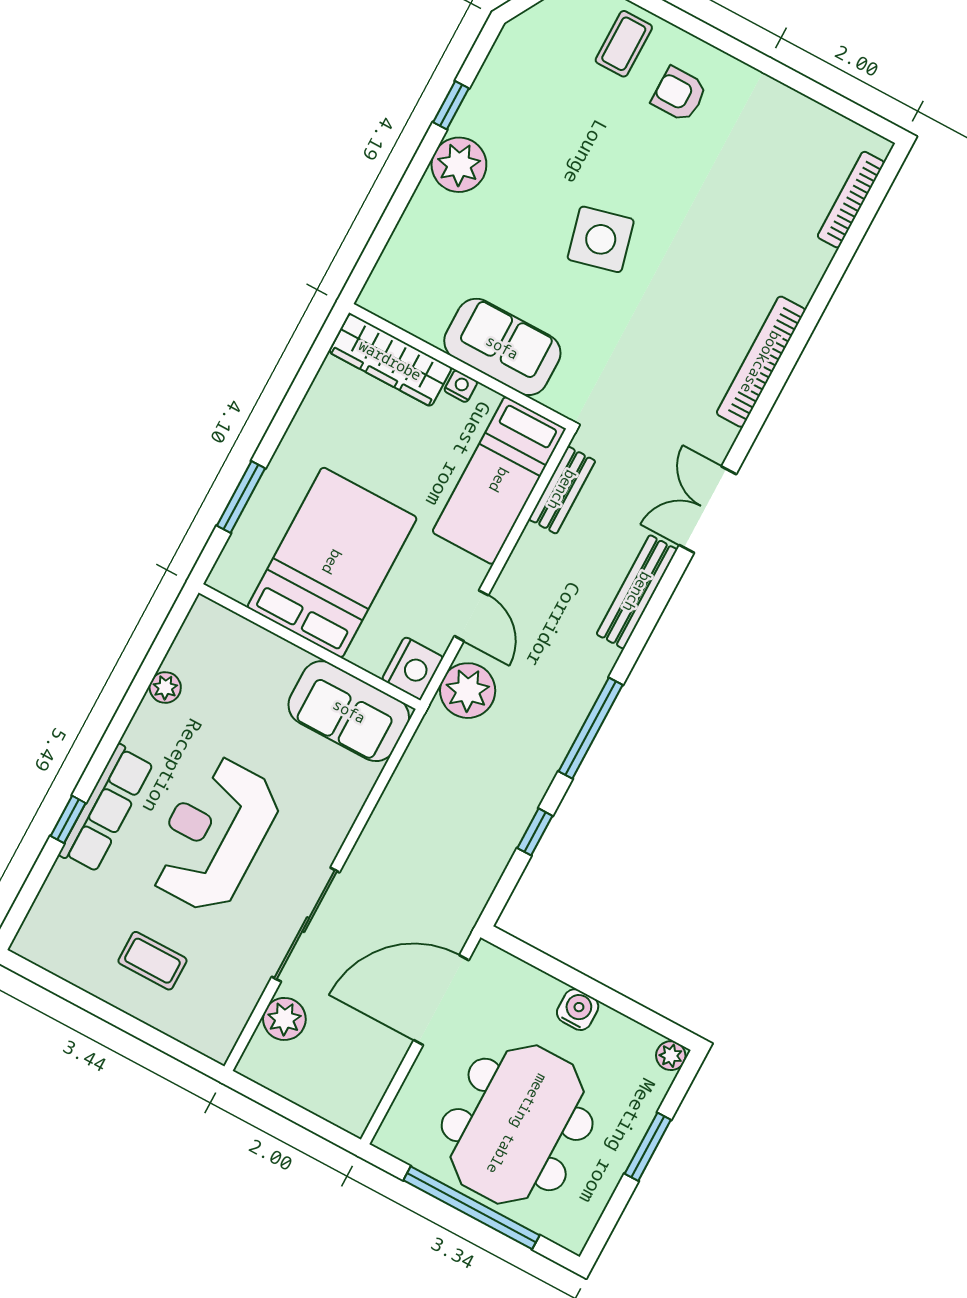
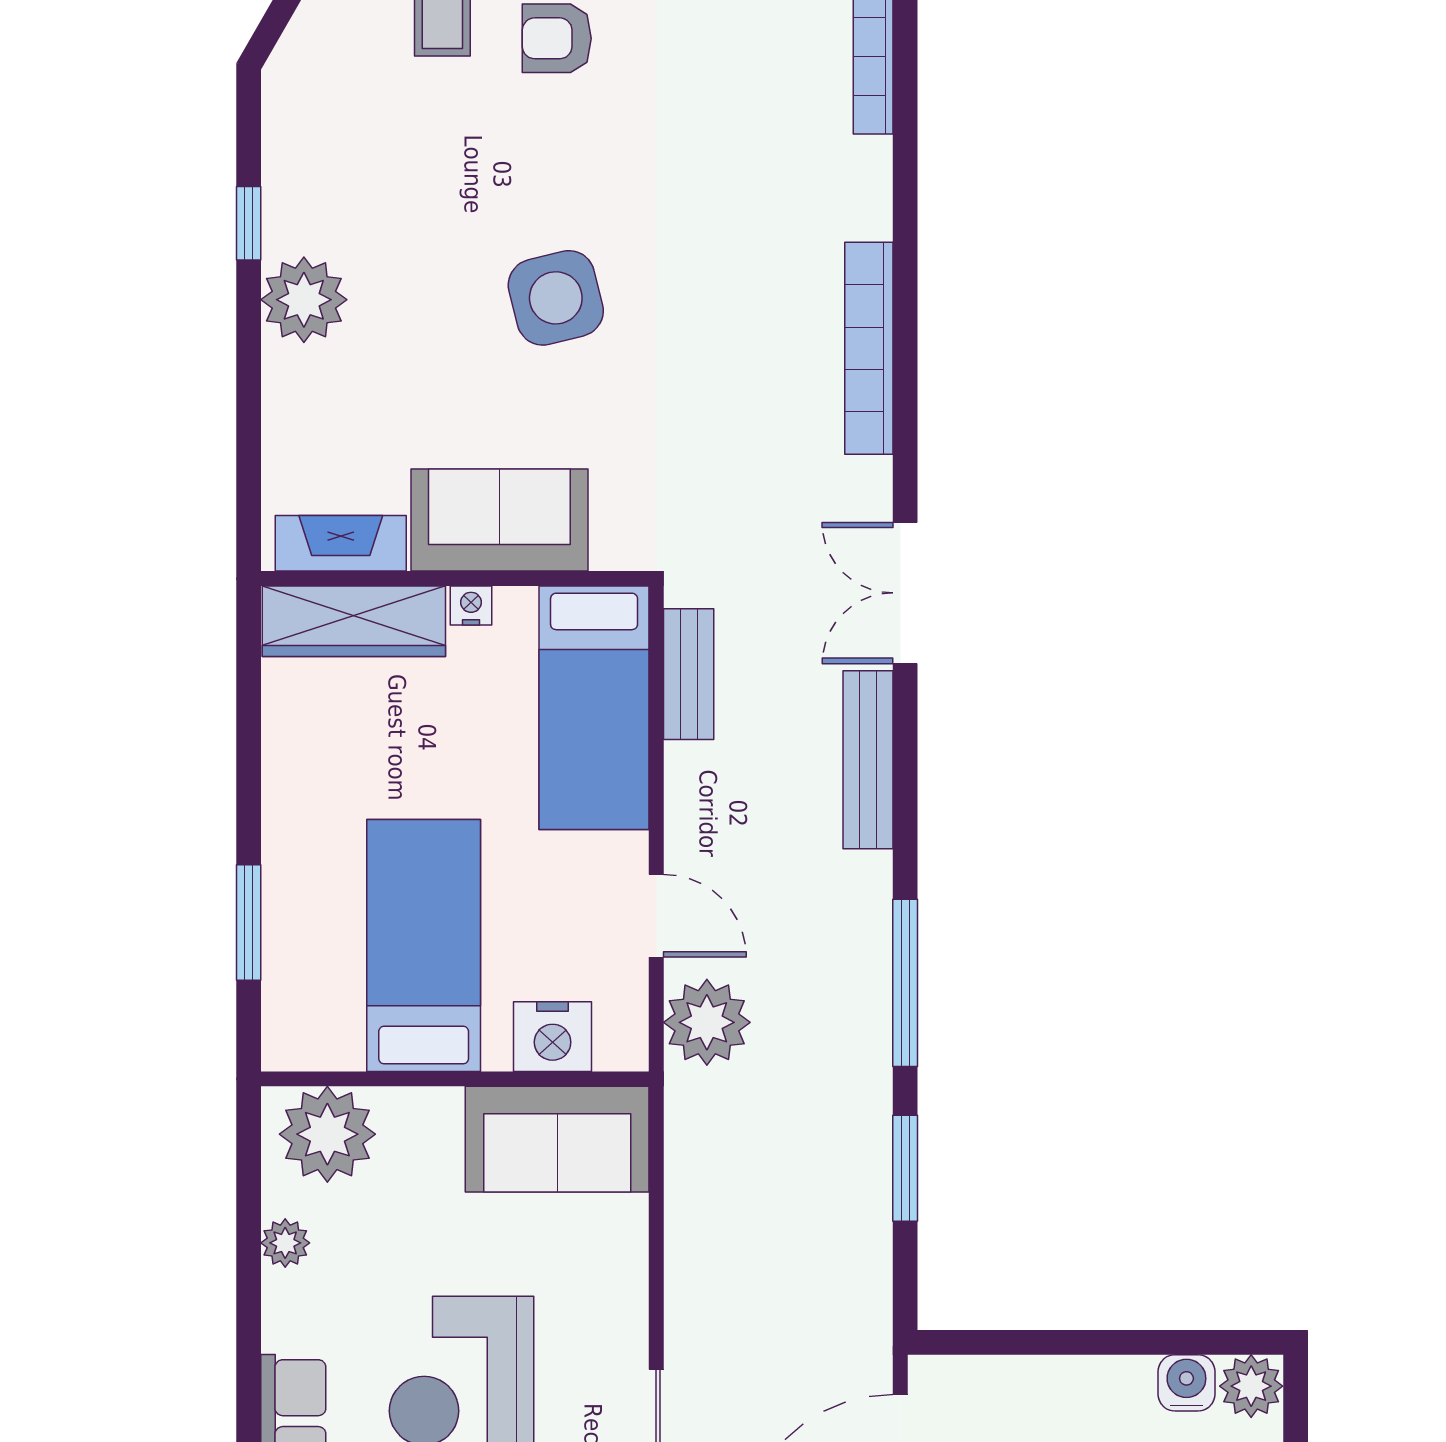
fireplace: (406, 312) -> (341, 543), added
bed: (332, 562) -> (424, 945), width x0.67
plant: (222, 639) -> (327, 1134), added
nightstand: (413, 668) -> (553, 1037), moved, turned 90
window: (535, 832) -> (905, 1168), width x1.50
water cooler: (578, 1010) -> (1186, 1383), moved
plant: (671, 1056) -> (1251, 1386), width x1.38, depth x1.38

